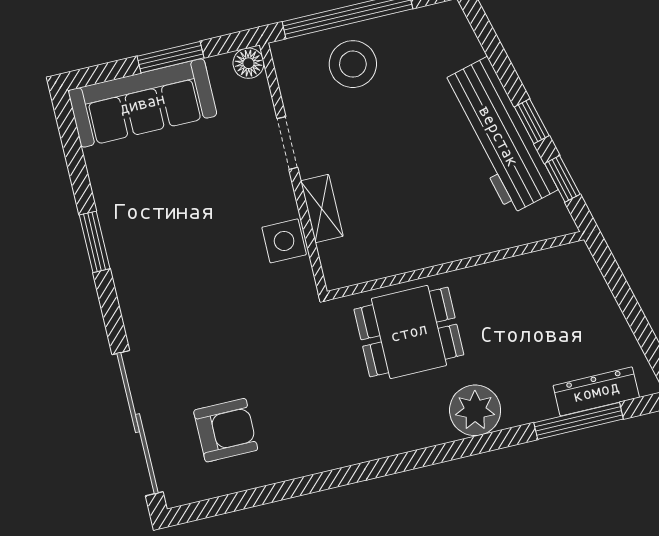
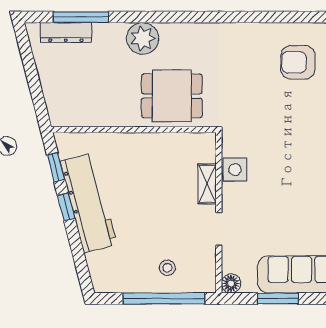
stool: (353, 64) -> (167, 268), width x0.53, depth x0.53

